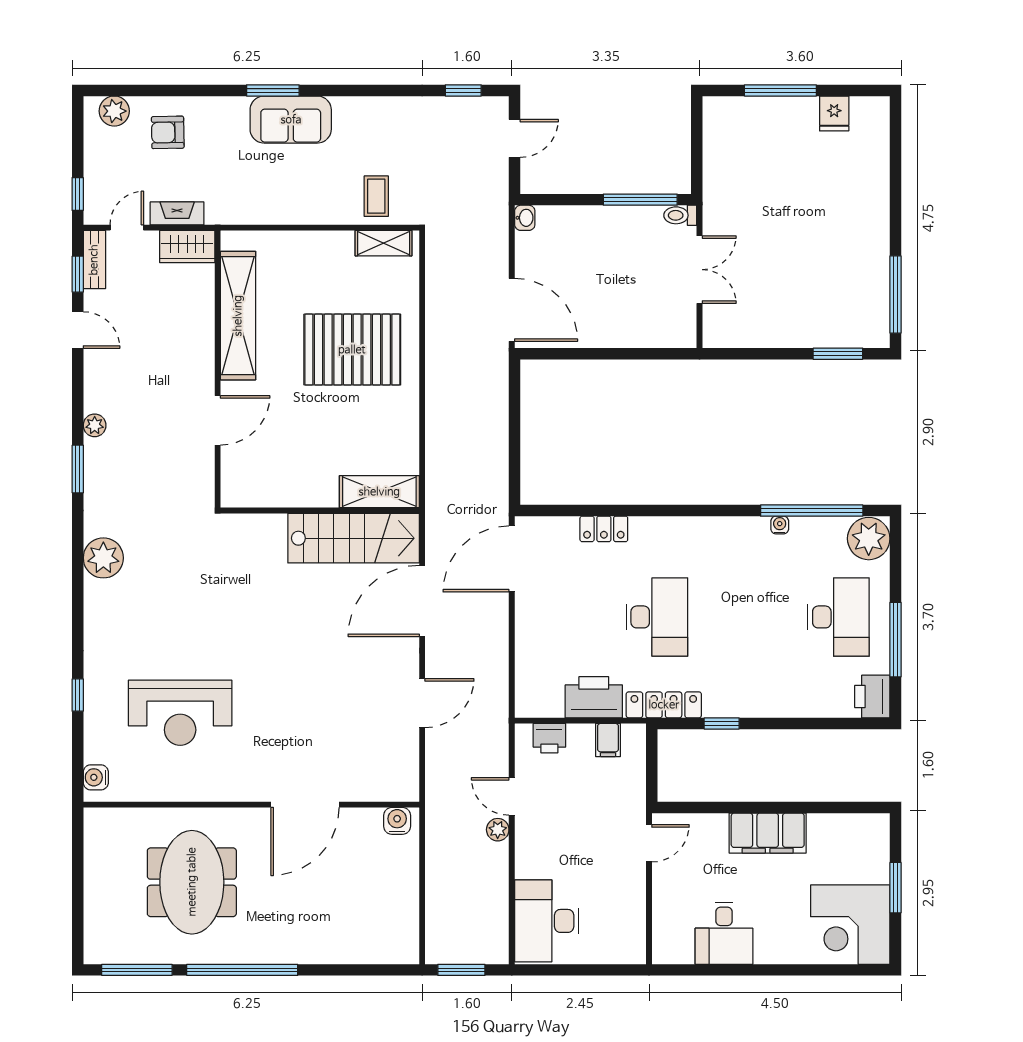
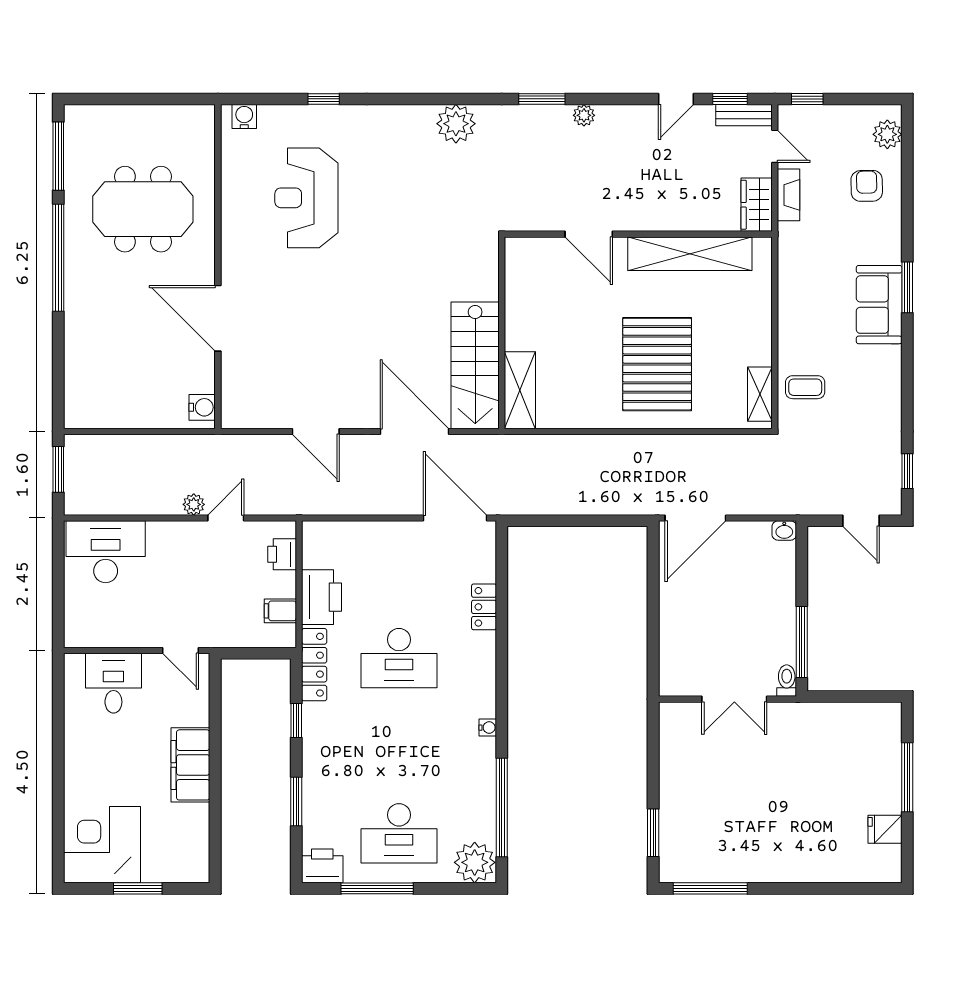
water cooler: (780, 525) -> (488, 728), moved
window: (806, 723) -> (296, 802), added
desk: (724, 933) -> (113, 683), moved, turned 90

